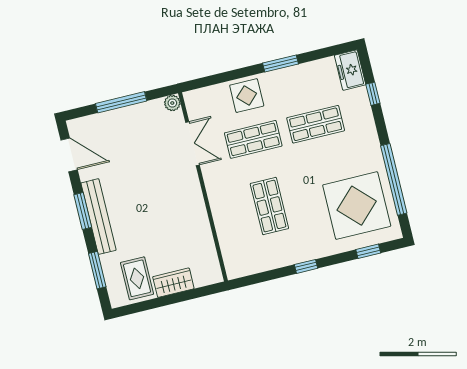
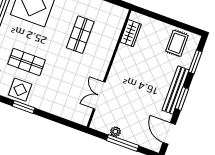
display table: (247, 96) -> (20, 90), moved
plant: (172, 103) -> (115, 132), moved
shop shelf: (253, 139) -> (65, 76), removed
wardrobe: (173, 283) -> (131, 33), moved, turned -90

